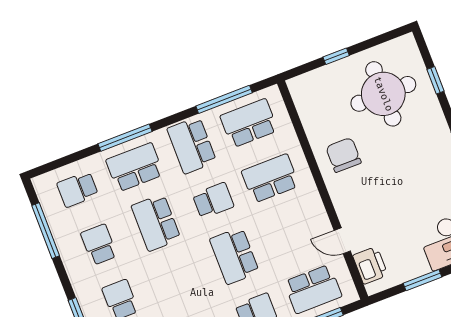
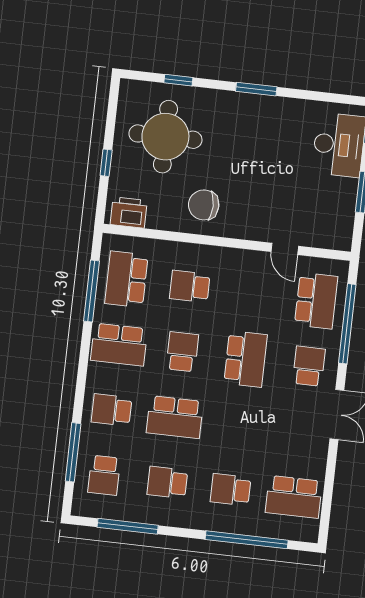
window: (125, 138) -> (73, 452), moved
school desk: (135, 167) -> (112, 410), width x0.54
school desk: (270, 178) -> (190, 286), width x0.54
door: (342, 241) -> (285, 249), hinge flipped
school desk: (234, 256) -> (246, 359), turned -90
printer: (370, 265) -> (129, 212), moved

